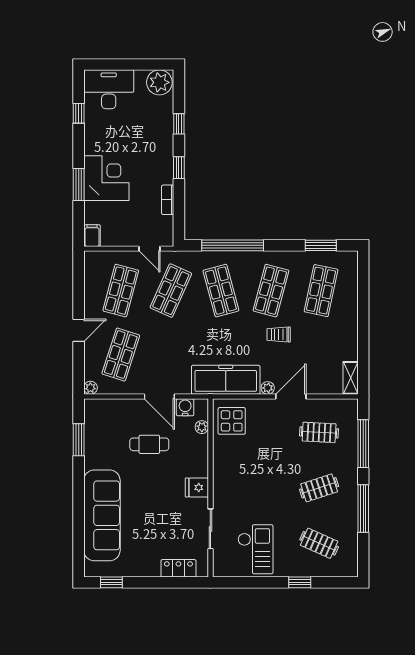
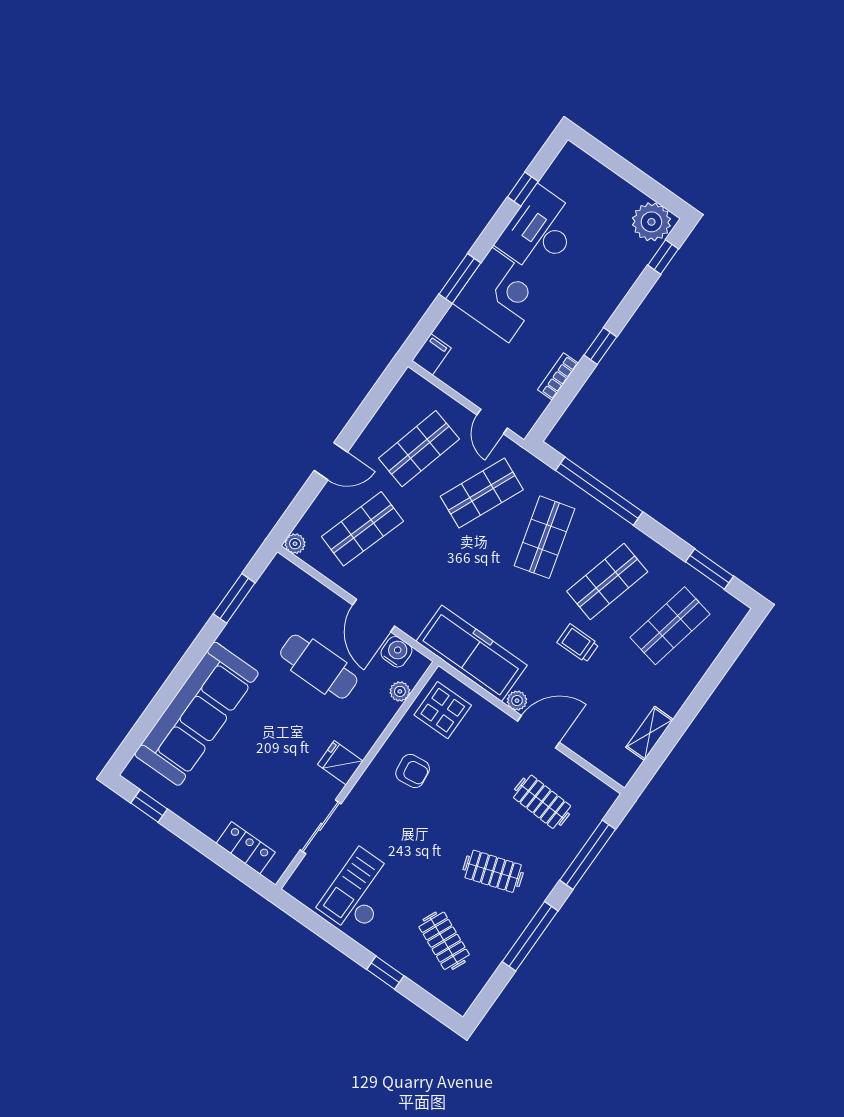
desk: (109, 89) -> (540, 231), moved, turned -90
window: (179, 124) -> (663, 257), moved
shelving: (351, 378) -> (650, 733), moved
cafe table: (149, 444) -> (319, 667), width x1.37, depth x1.35
armchair: (239, 465) -> (413, 771), added
checkout: (255, 549) -> (359, 892), turned 180

